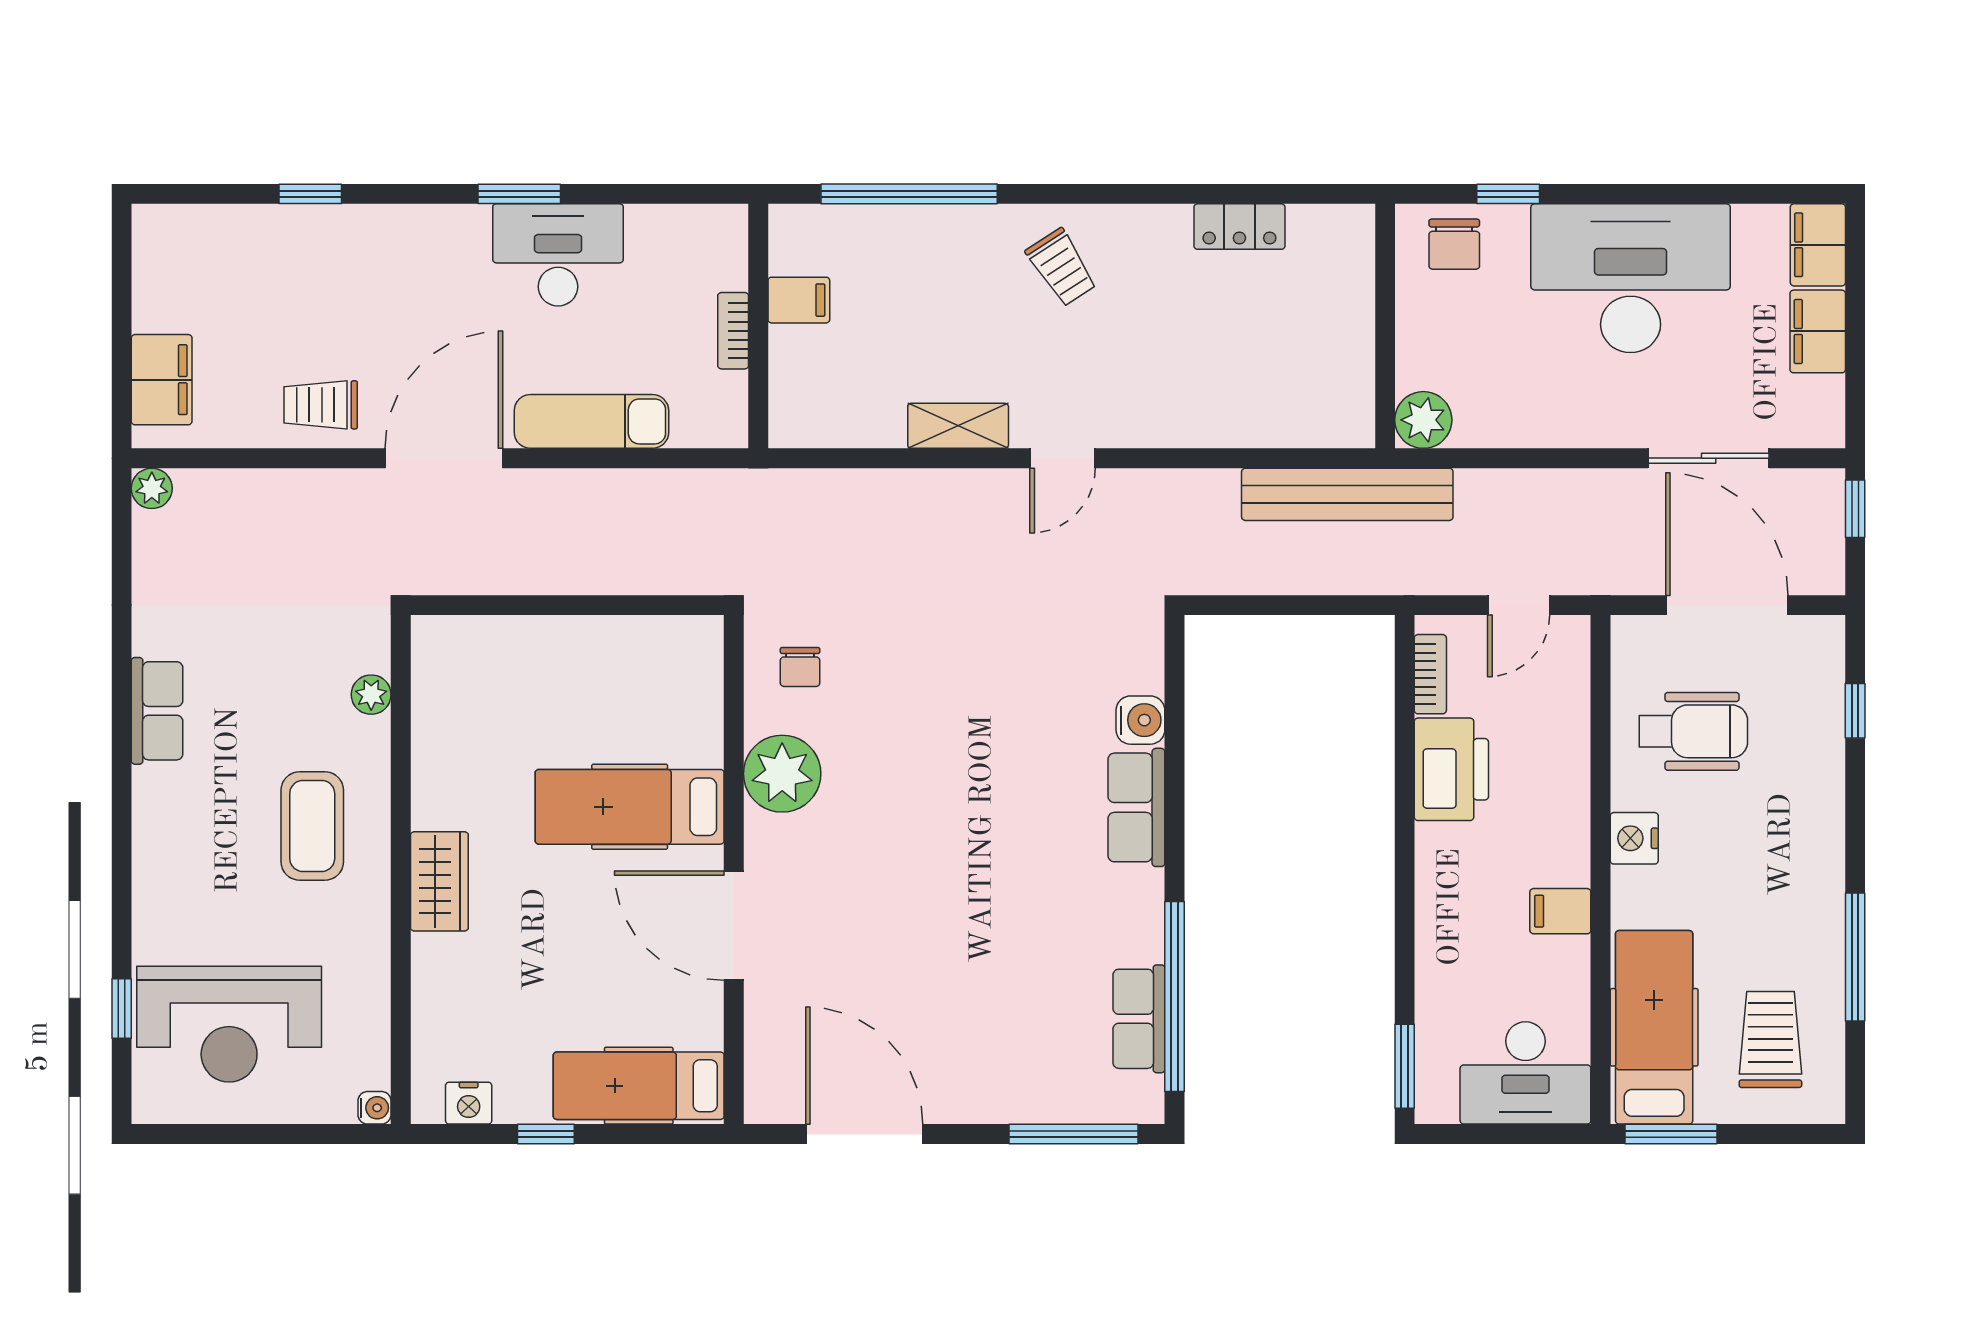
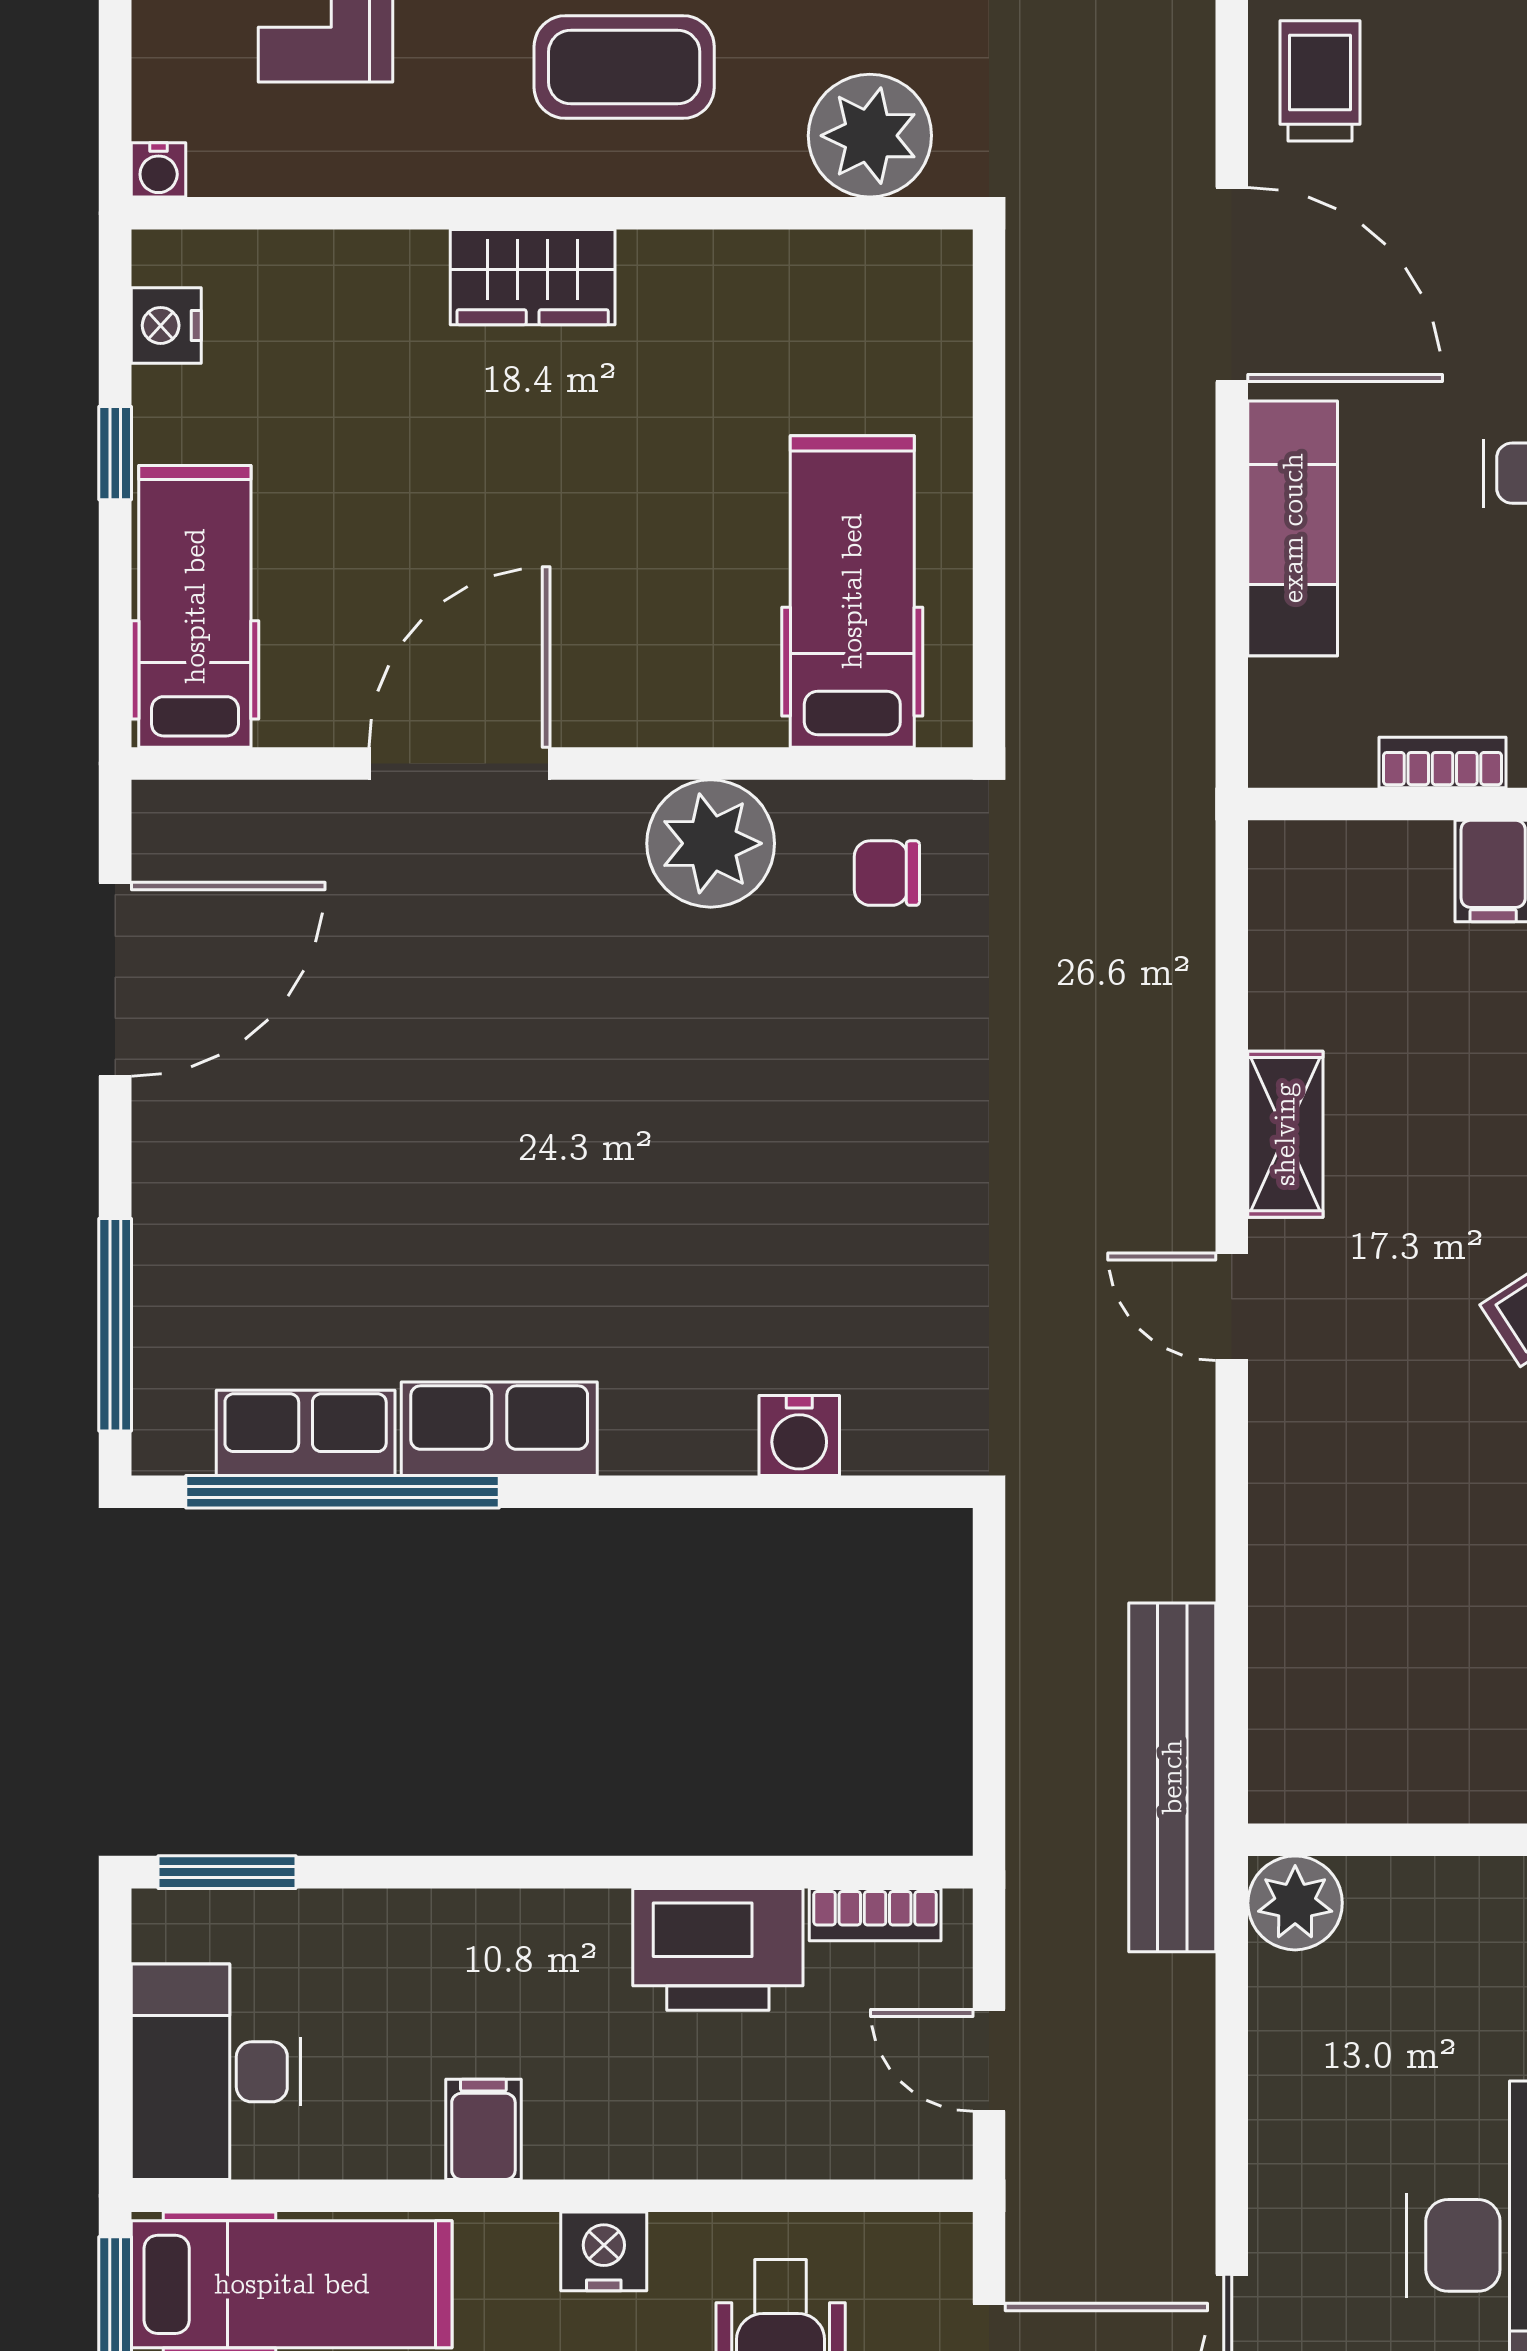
plant: (371, 695) -> (870, 136), width x1.87, depth x1.87
hospital bed: (630, 807) -> (852, 591), moved
row of seats: (1136, 807) -> (499, 1429), moved

